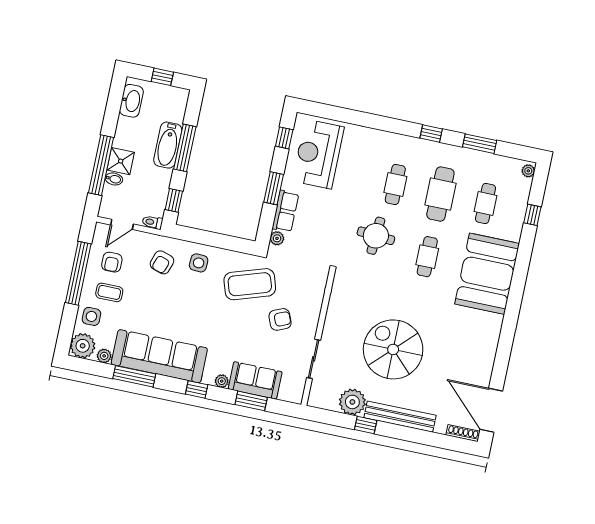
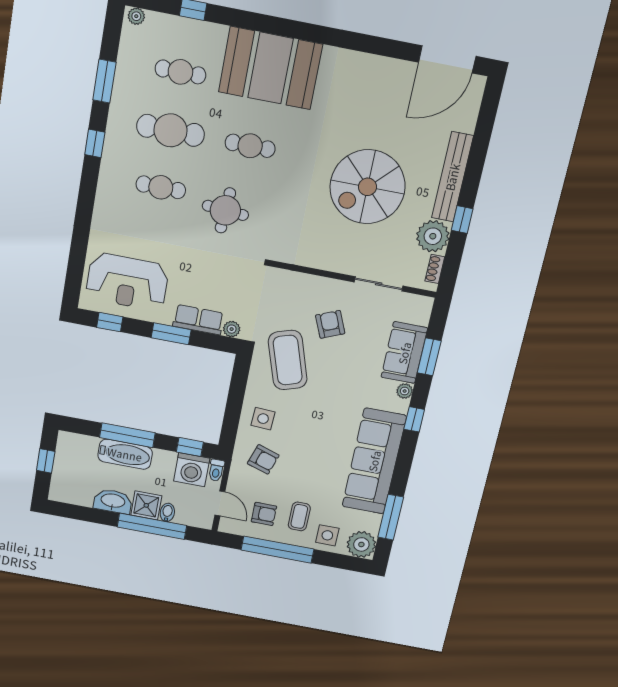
washbasin: (131, 101) -> (113, 501), moved
washing machine: (153, 201) -> (192, 470), added
plant: (104, 356) -> (373, 521), removed
window: (134, 376) -> (391, 517), moved
shoe rack: (463, 433) -> (435, 269), moved, width x0.70

